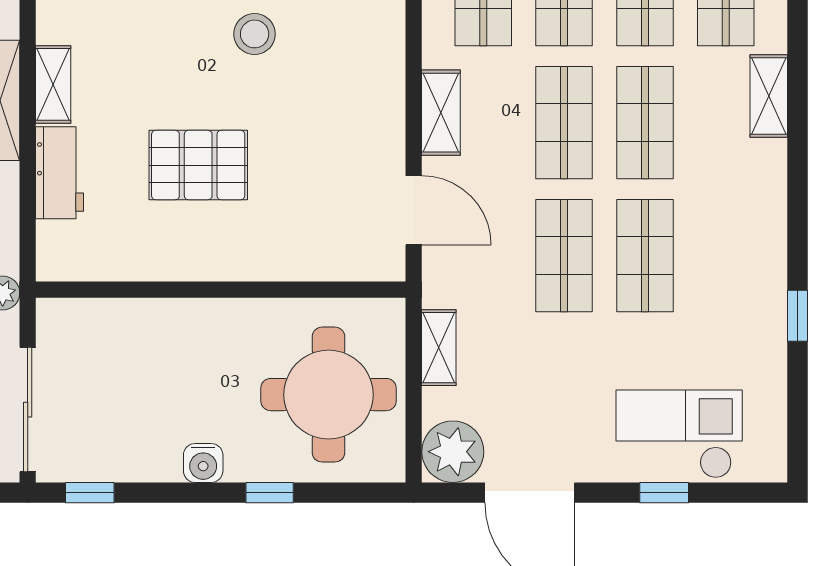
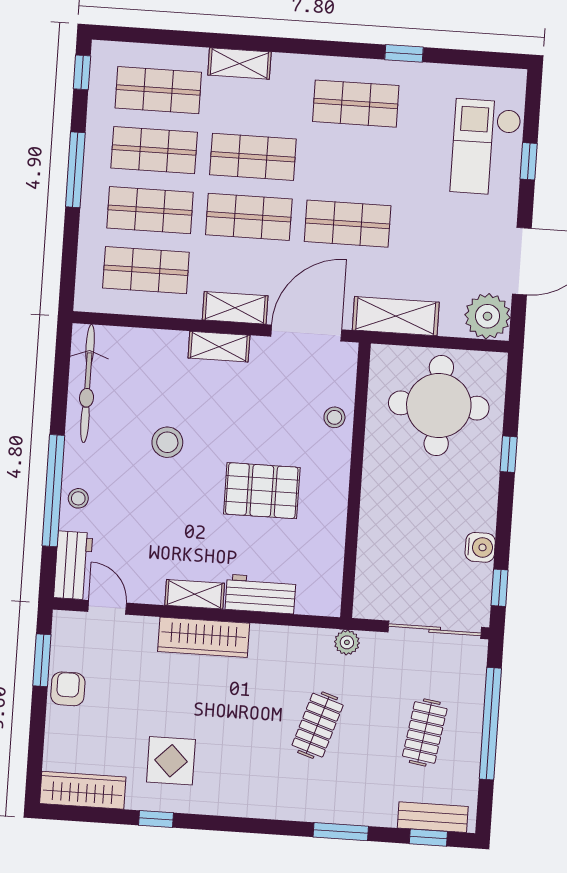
shelving: (387, 94) -> (219, 347), added
pallet: (198, 165) -> (262, 491), turned 90
door: (414, 210) -> (306, 333), width x1.36
stool: (303, 256) -> (334, 417), added
shop shelf: (645, 256) -> (356, 104), moved
shelving: (439, 348) -> (396, 316), width x1.50, depth x1.33
water cooler: (203, 463) -> (480, 547), moved

